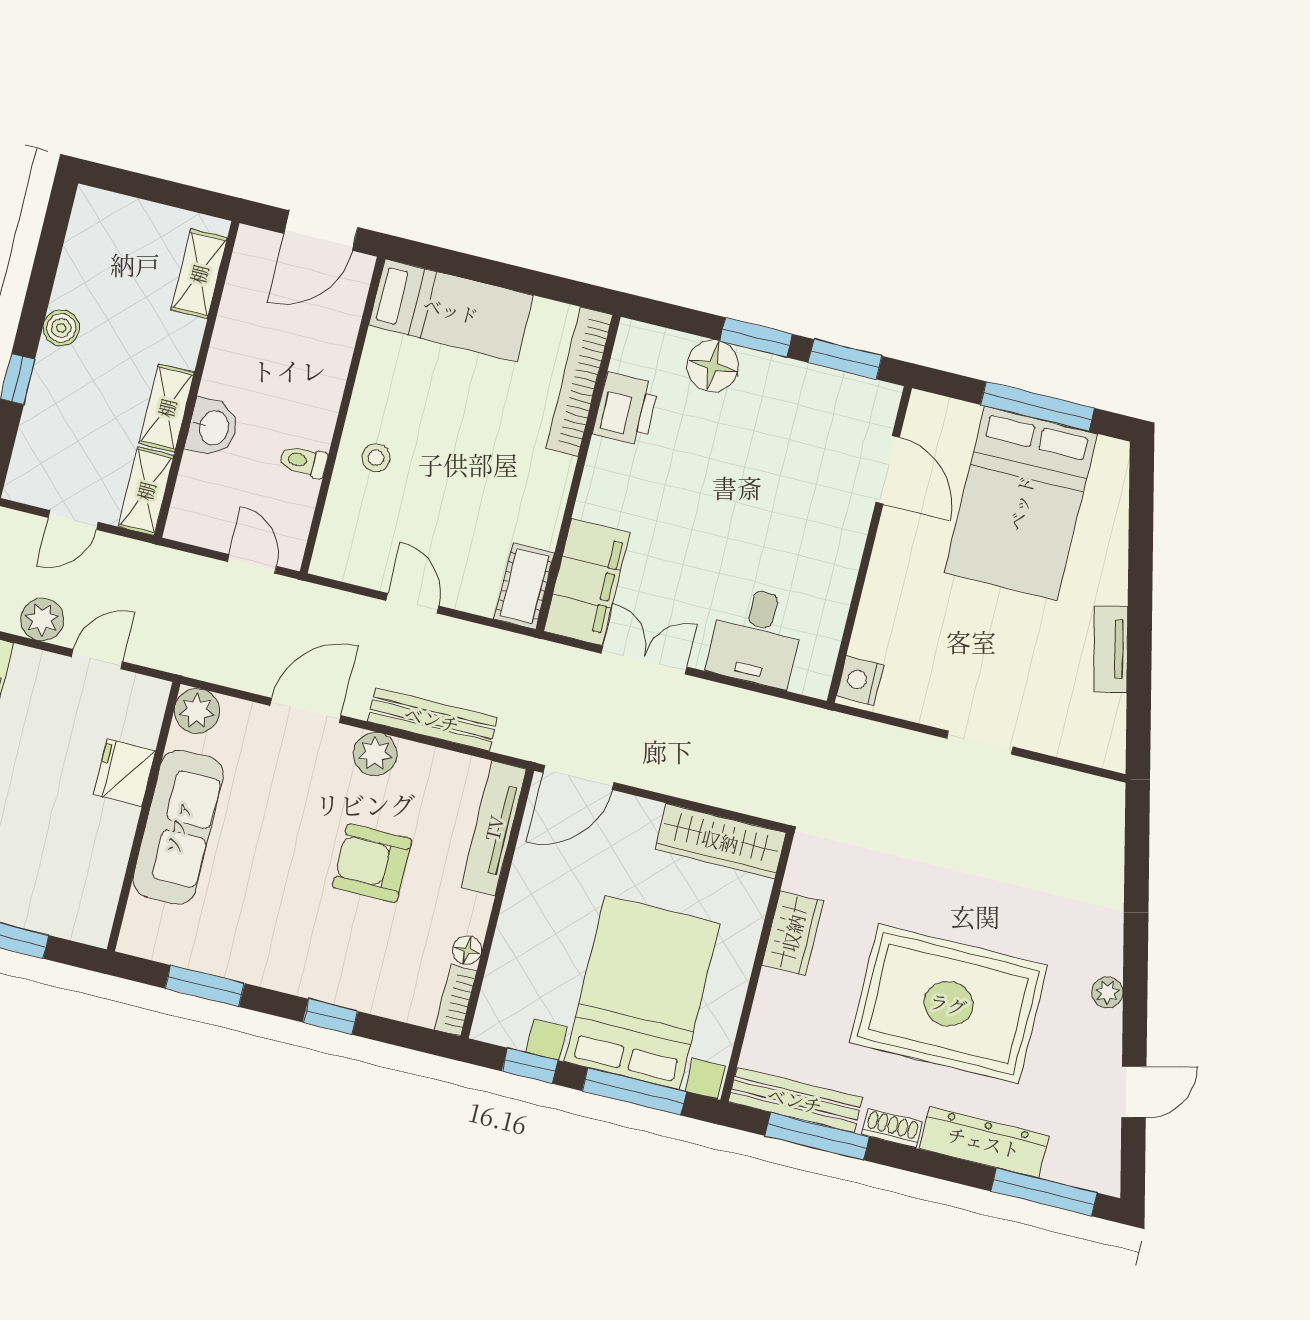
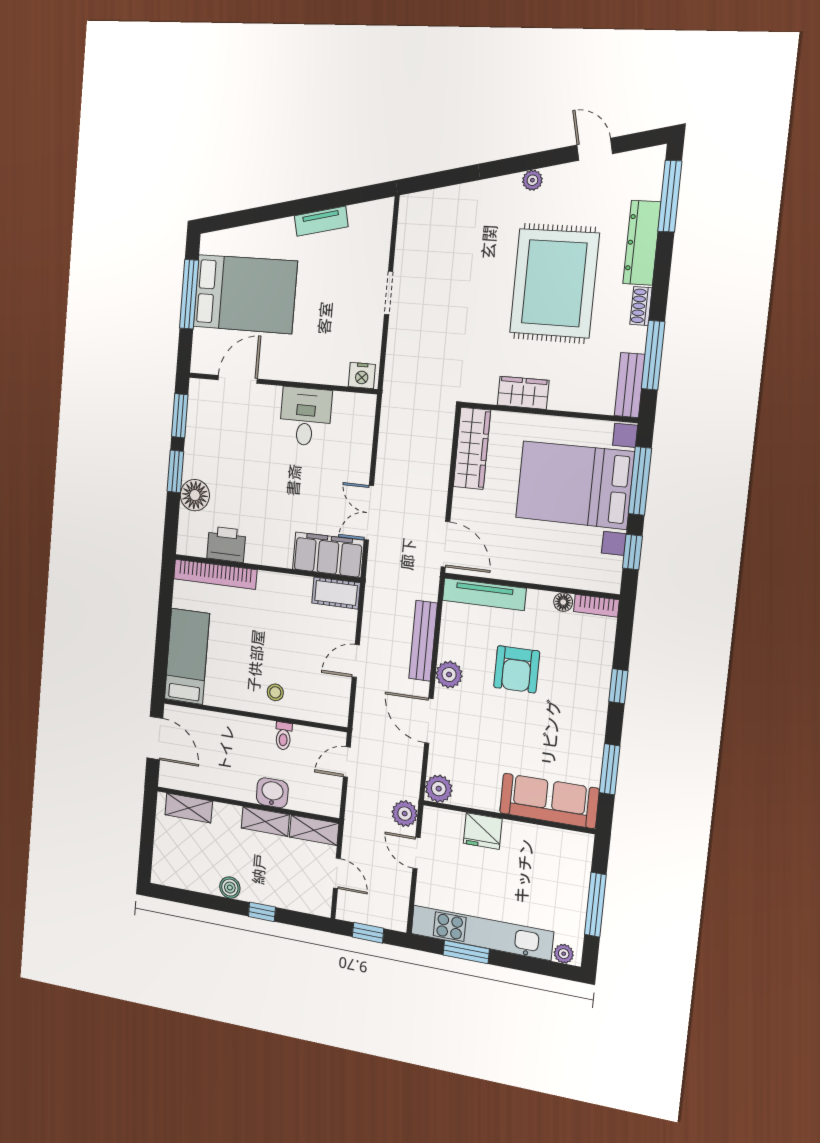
plant: (42, 620) -> (405, 814), moved
desk: (756, 637) -> (305, 417), moved, turned -90
sofa: (178, 827) -> (549, 801), moved
bench: (795, 1100) -> (630, 385), width x0.73

